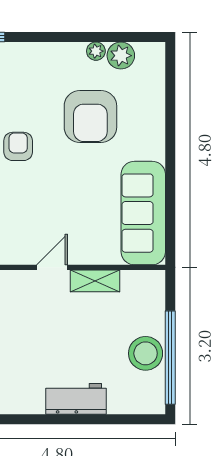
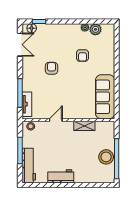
armchair: (90, 117) -> (82, 55), width x0.53, depth x0.53
door: (52, 267) -> (56, 120), moved
workbench: (76, 399) -> (61, 176), moved

